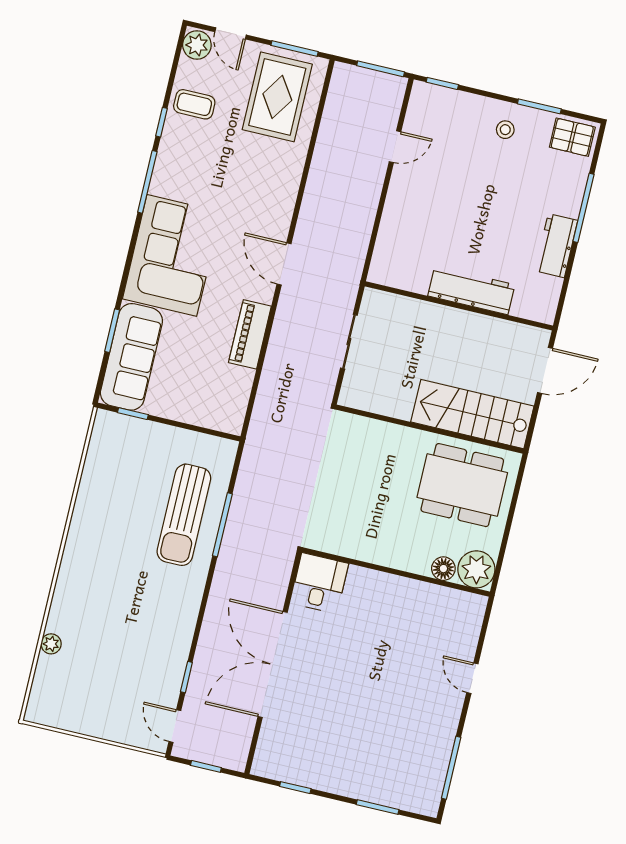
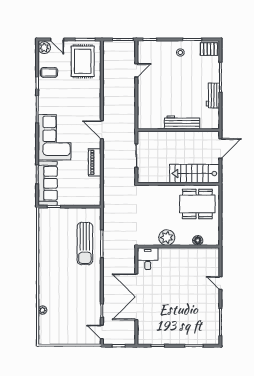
plant: (476, 569) -> (167, 238), moved

